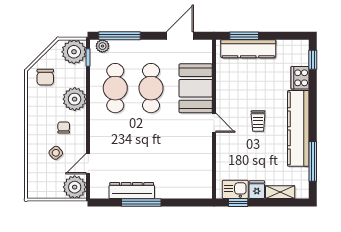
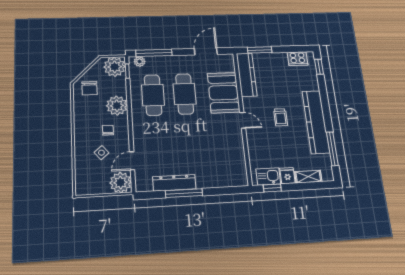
kitchen counter: (248, 49) -> (247, 75), moved, turned -90
cooker: (300, 78) -> (298, 59), moved, turned -90

